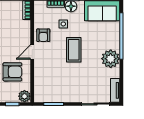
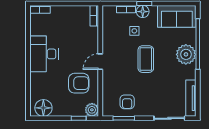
armchair: (43, 35) -> (127, 102), moved
plant: (111, 59) -> (186, 54), moved
tv unit: (115, 90) -> (191, 98), width x1.41

